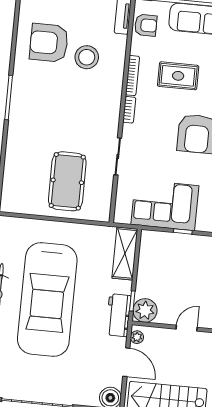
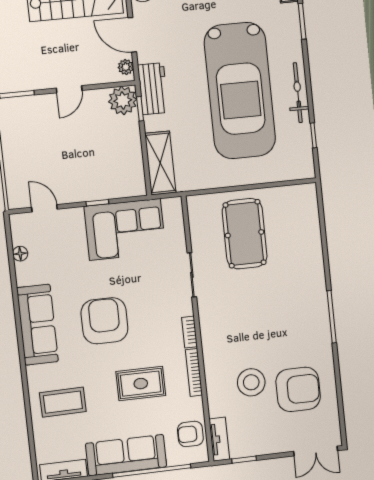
car: (47, 300) -> (240, 91), turned 180

